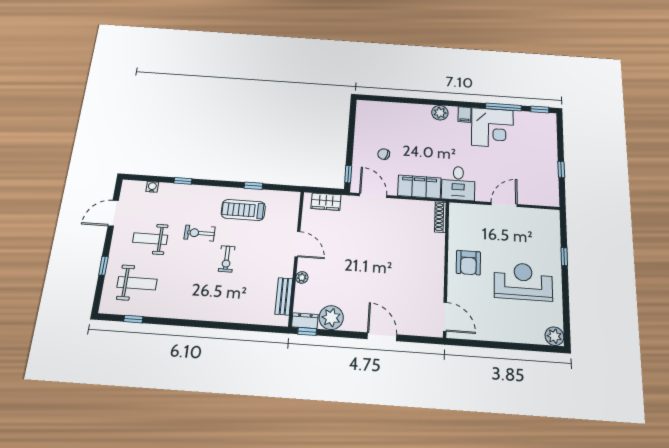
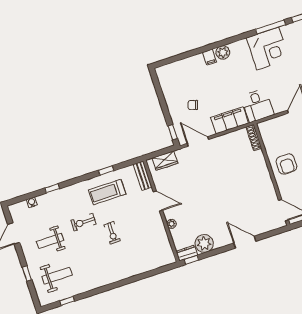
filing cabinet: (464, 115) -> (210, 57), moved
bench: (284, 296) -> (143, 176), moved

